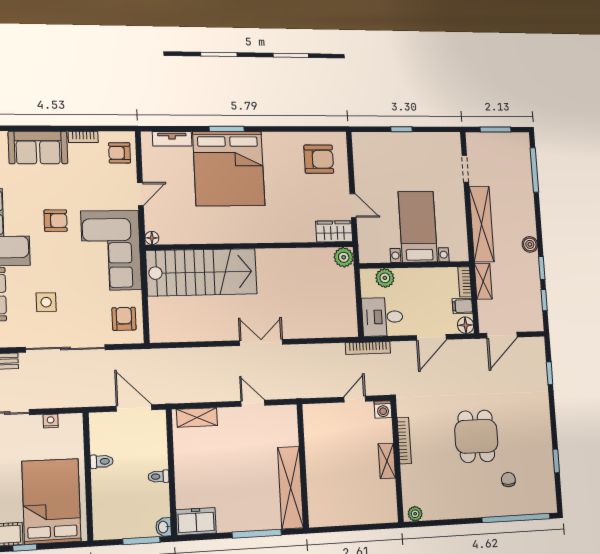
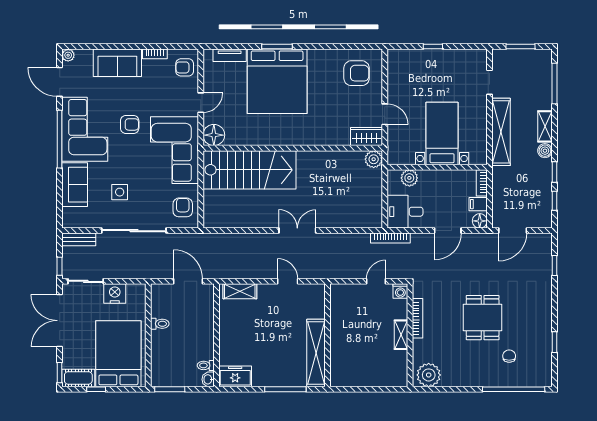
floor lamp: (152, 238) -> (214, 135), width x1.89, depth x1.89
shelving: (483, 281) -> (545, 126), moved
nightstand: (51, 421) -> (115, 294), width x1.89, depth x1.79
toilet: (159, 476) -> (206, 365), moved
plant: (415, 514) -> (429, 375), width x1.88, depth x1.88
window: (141, 541) -> (170, 389), moved

